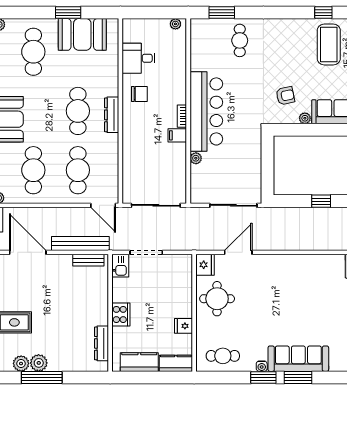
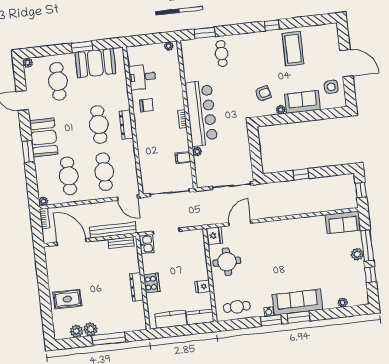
window: (323, 13) -> (272, 25), moved
filing cabinet: (177, 135) -> (183, 158), moved
dresser: (102, 343) -> (136, 287), moved
window: (42, 377) -> (109, 339), moved

